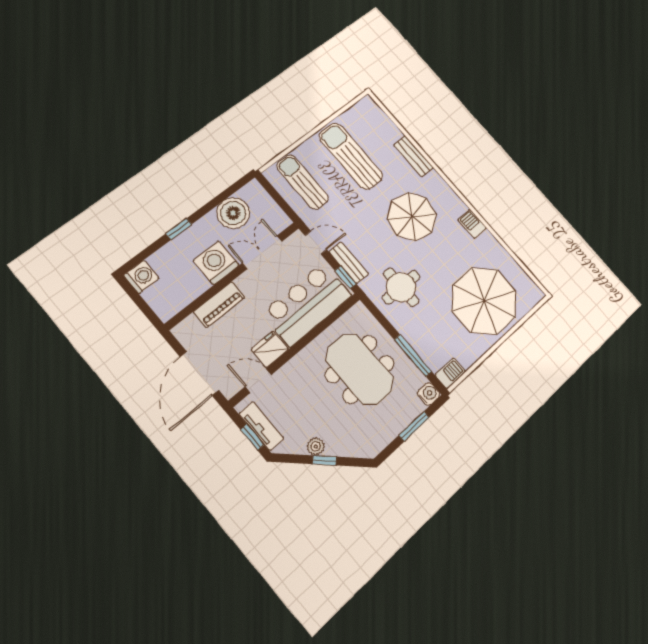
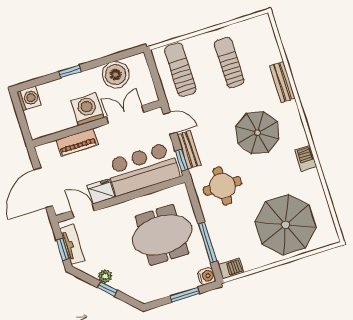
sun lounger: (351, 156) -> (229, 62), width x0.73, depth x0.75
meeting table: (360, 369) -> (162, 235), turned 90

